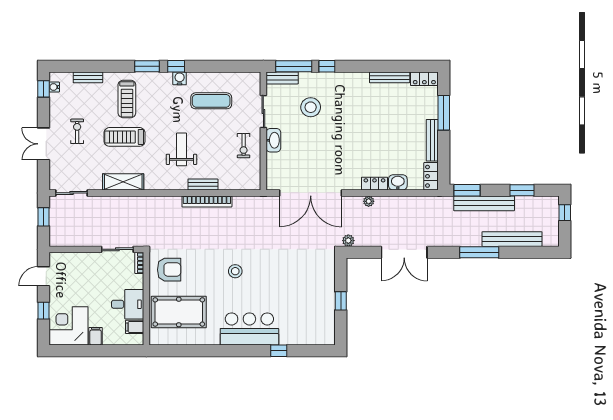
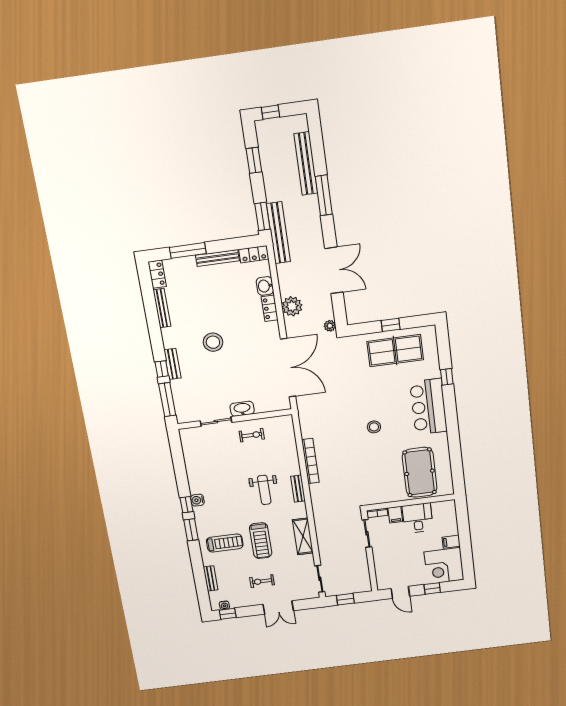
bench: (282, 78) -> (172, 364), moved
exercise mat: (211, 101) -> (214, 470), removed
stool: (311, 107) -> (213, 342), moved
weight bench: (181, 149) -> (264, 490), turned -90
bench: (203, 184) -> (298, 489), moved
plant: (369, 201) -> (292, 306), width x1.87, depth x1.87
bench: (484, 203) -> (278, 233), moved
armchair: (169, 270) -> (380, 486), removed
table tennis table: (314, 302) -> (395, 351), added
filing cabinet: (135, 327) -> (395, 515), moved

